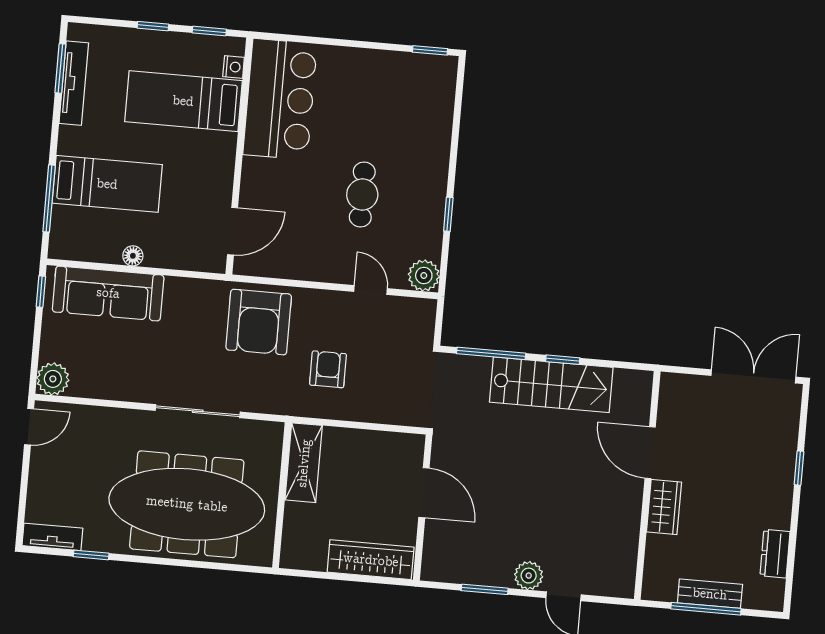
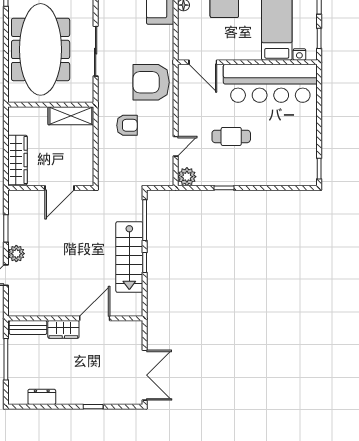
bar counter: (280, 99) -> (270, 83), width x1.36
bench: (710, 594) -> (28, 328), moved, turned 90

